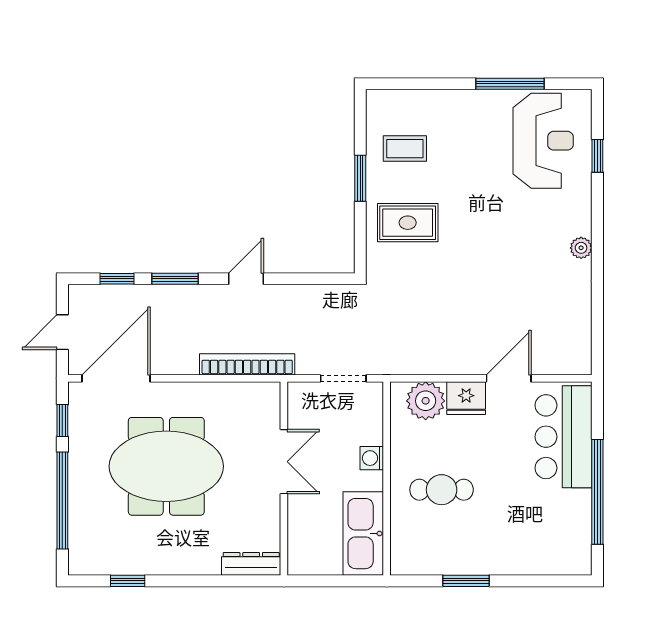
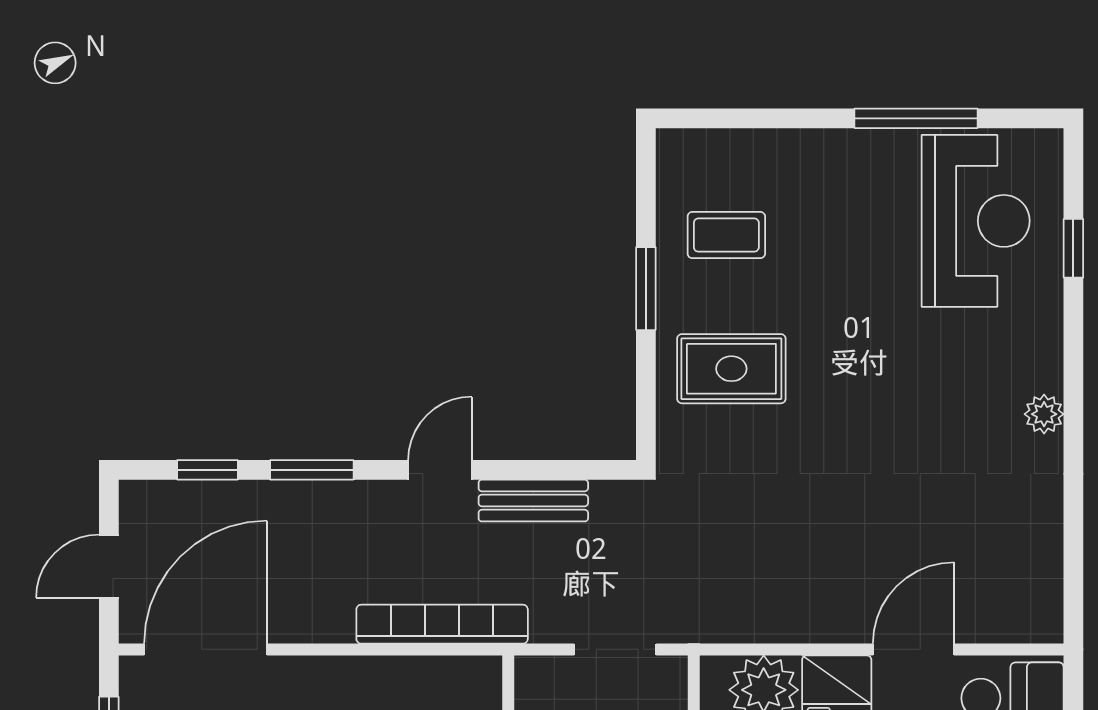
bench: (298, 296) -> (533, 501), added

